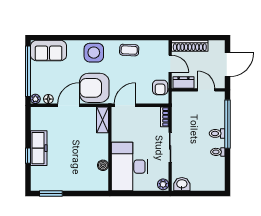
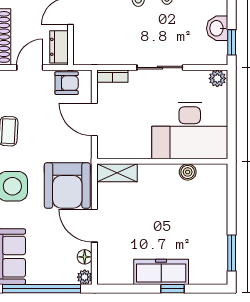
door: (125, 105) -> (94, 119), moved
washbasin: (182, 184) -> (217, 28), moved
window: (186, 194) -> (232, 42), added

